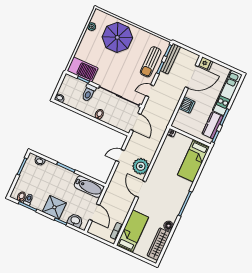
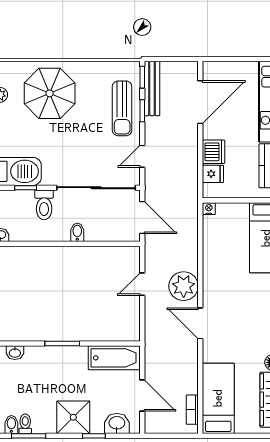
fridge: (206, 63) -> (213, 174), moved

